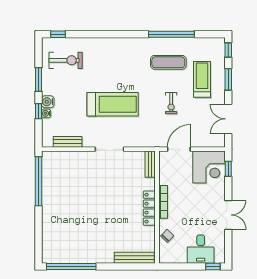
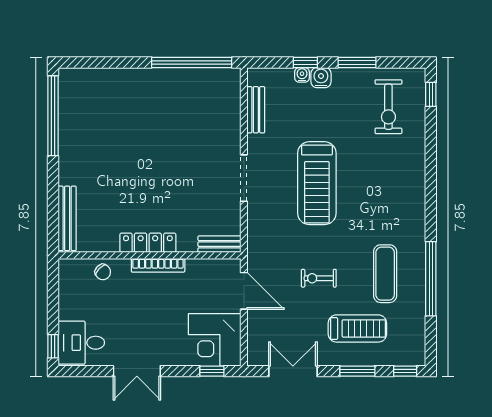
desk: (201, 249) -> (81, 343), moved

